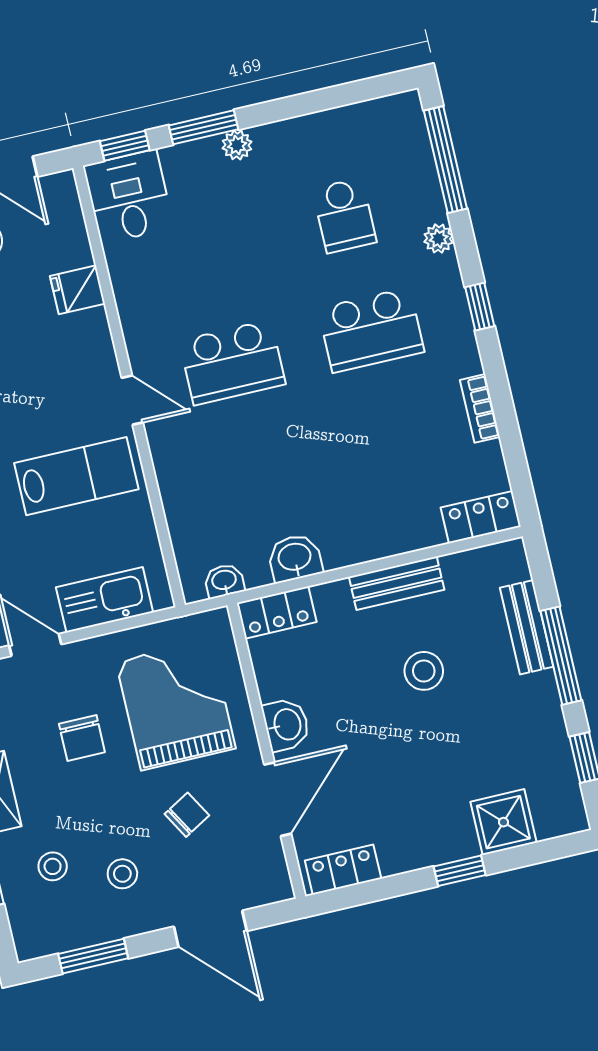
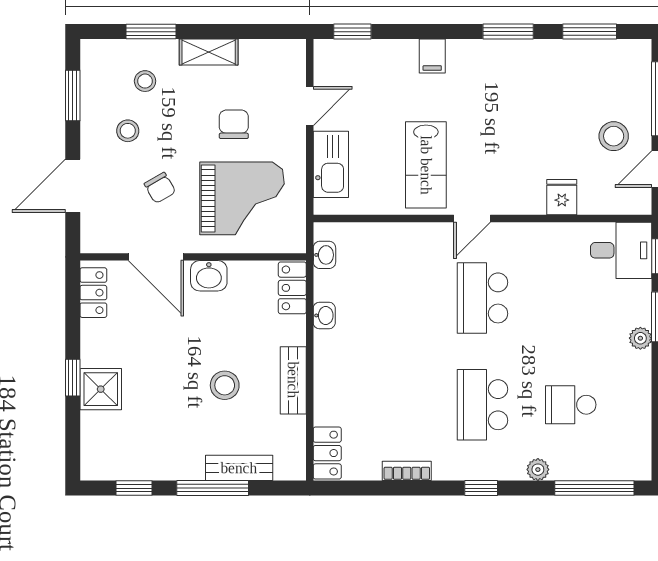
washbasin: (295, 558) -> (324, 315), width x0.72, depth x0.69
chair: (82, 738) -> (234, 124), turned 90
shower: (503, 822) -> (101, 389), moved

